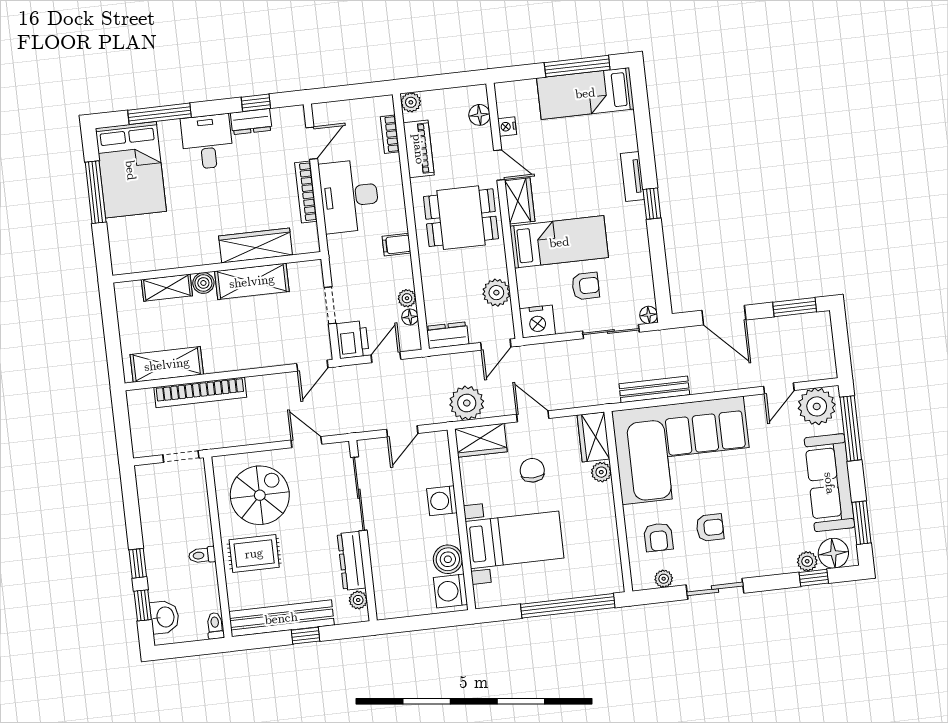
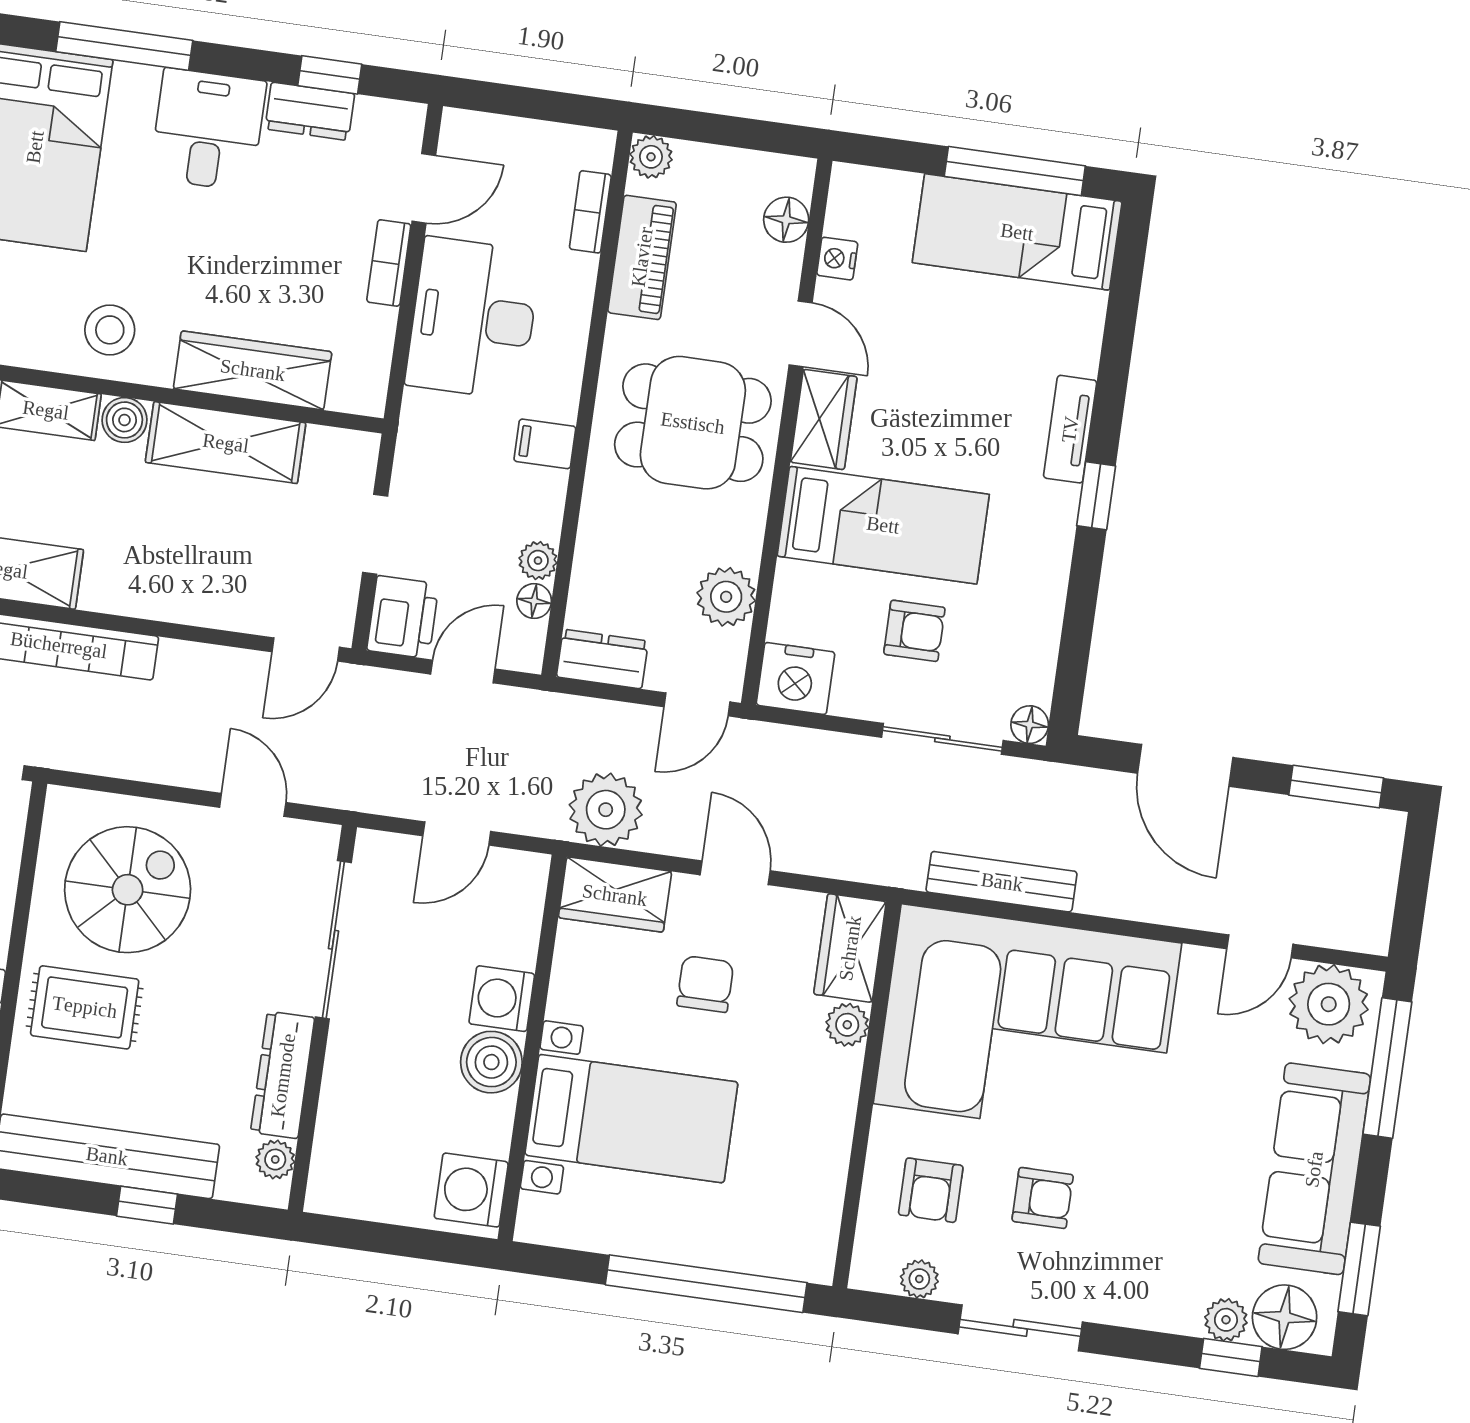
bookcase: (306, 192) -> (389, 263), width x0.64
stool: (186, 244) -> (110, 330), added
boiler: (448, 559) -> (491, 1062), moved

